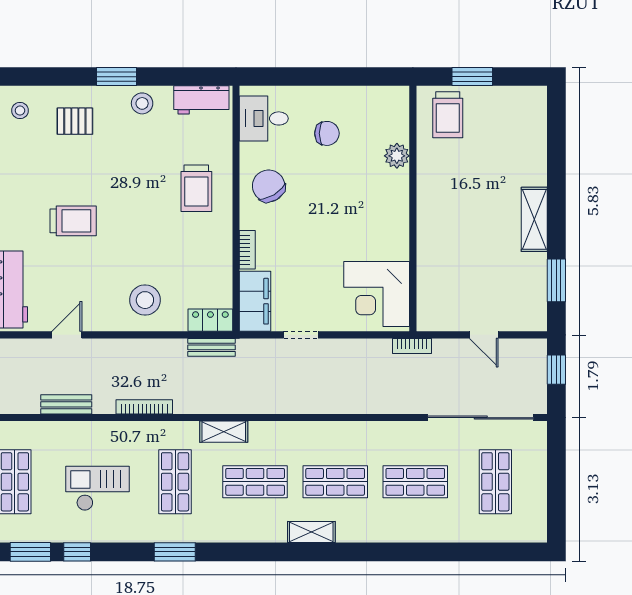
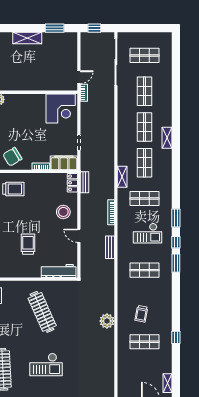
door: (67, 335) -> (79, 236), moved
door: (484, 335) -> (79, 77), moved
checkout: (98, 488) -> (147, 233), turned -90
window: (175, 552) -> (176, 218), moved

